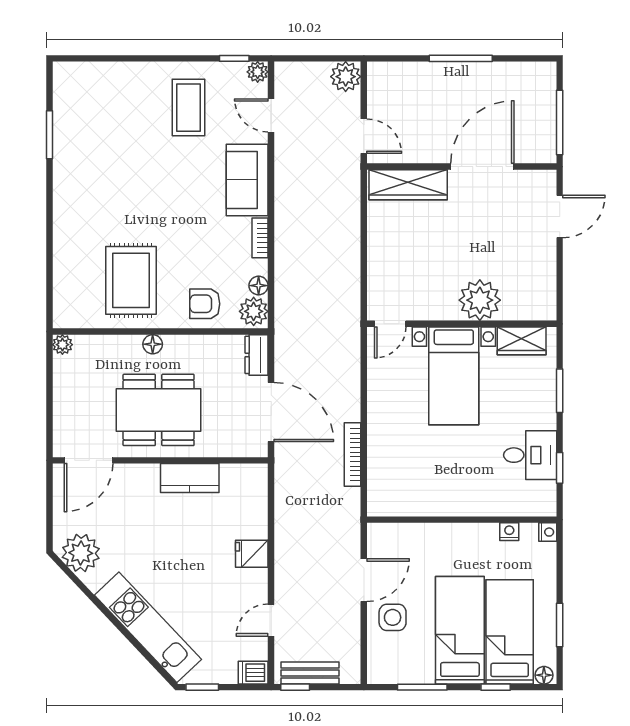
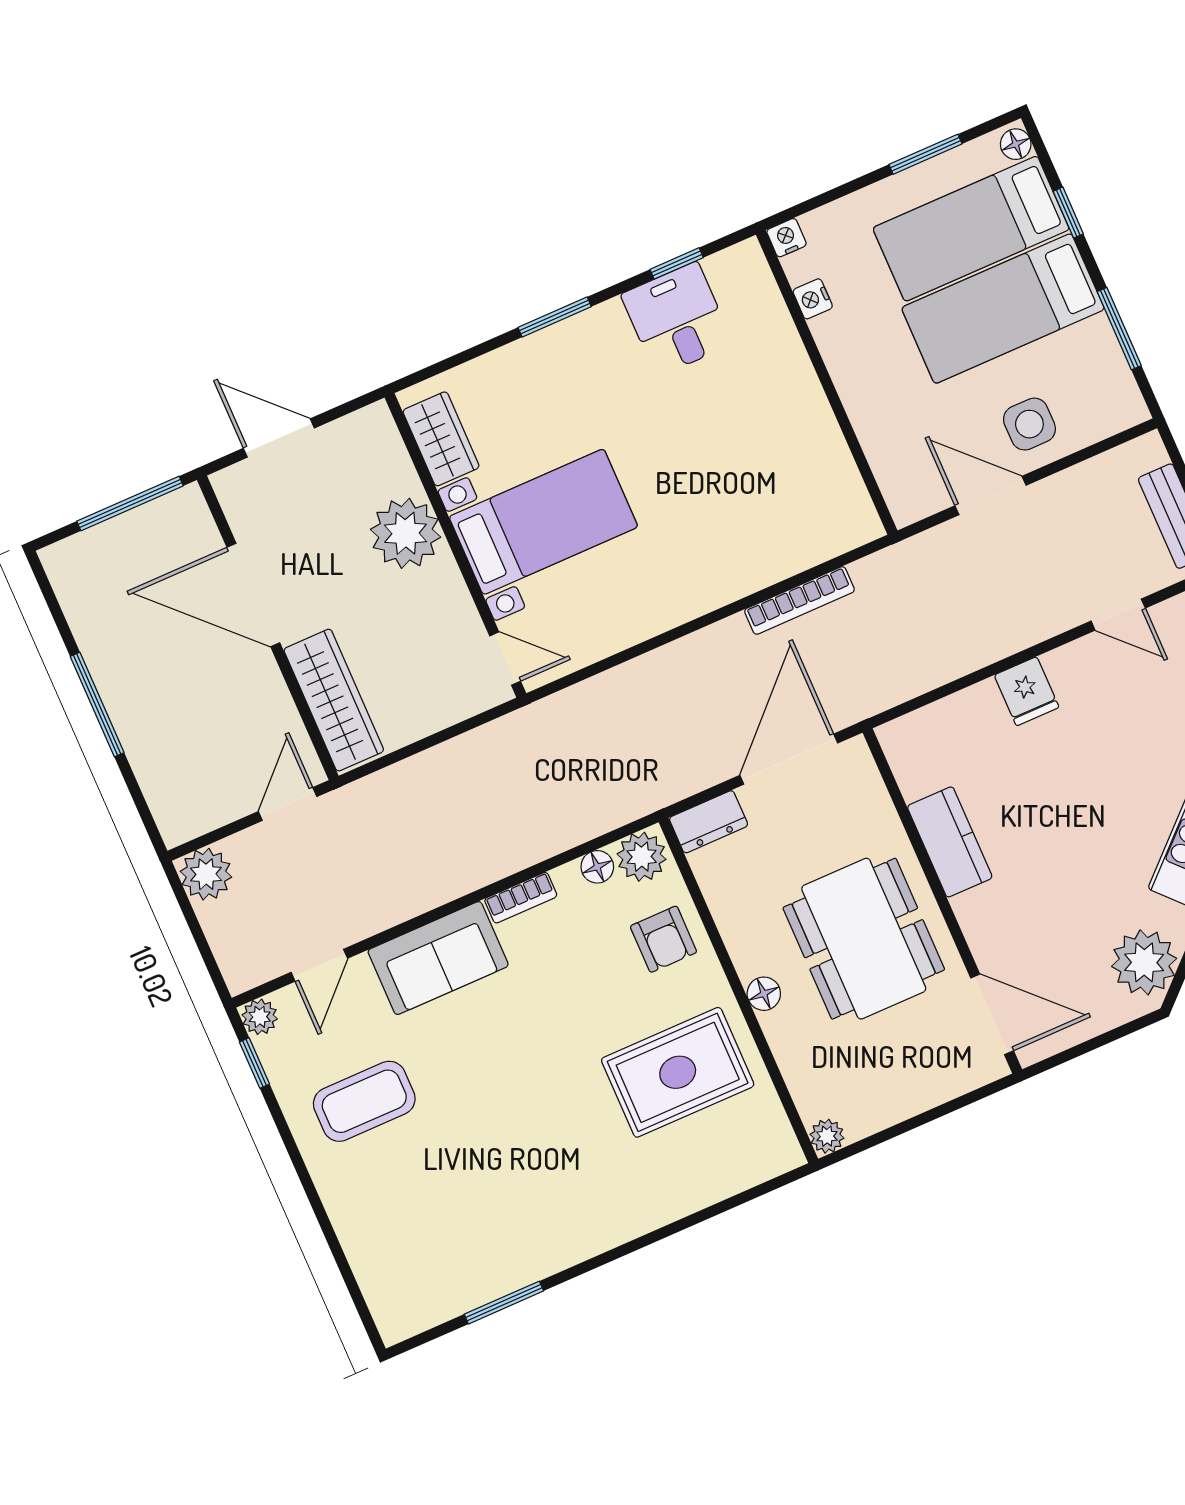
plant: (480, 300) -> (406, 533), moved
door: (390, 324) -> (505, 659), moved
wall: (462, 324) -> (455, 545), moved
wardrobe: (522, 341) -> (441, 439), moved
bed with nightstands: (454, 376) -> (543, 522), moved

